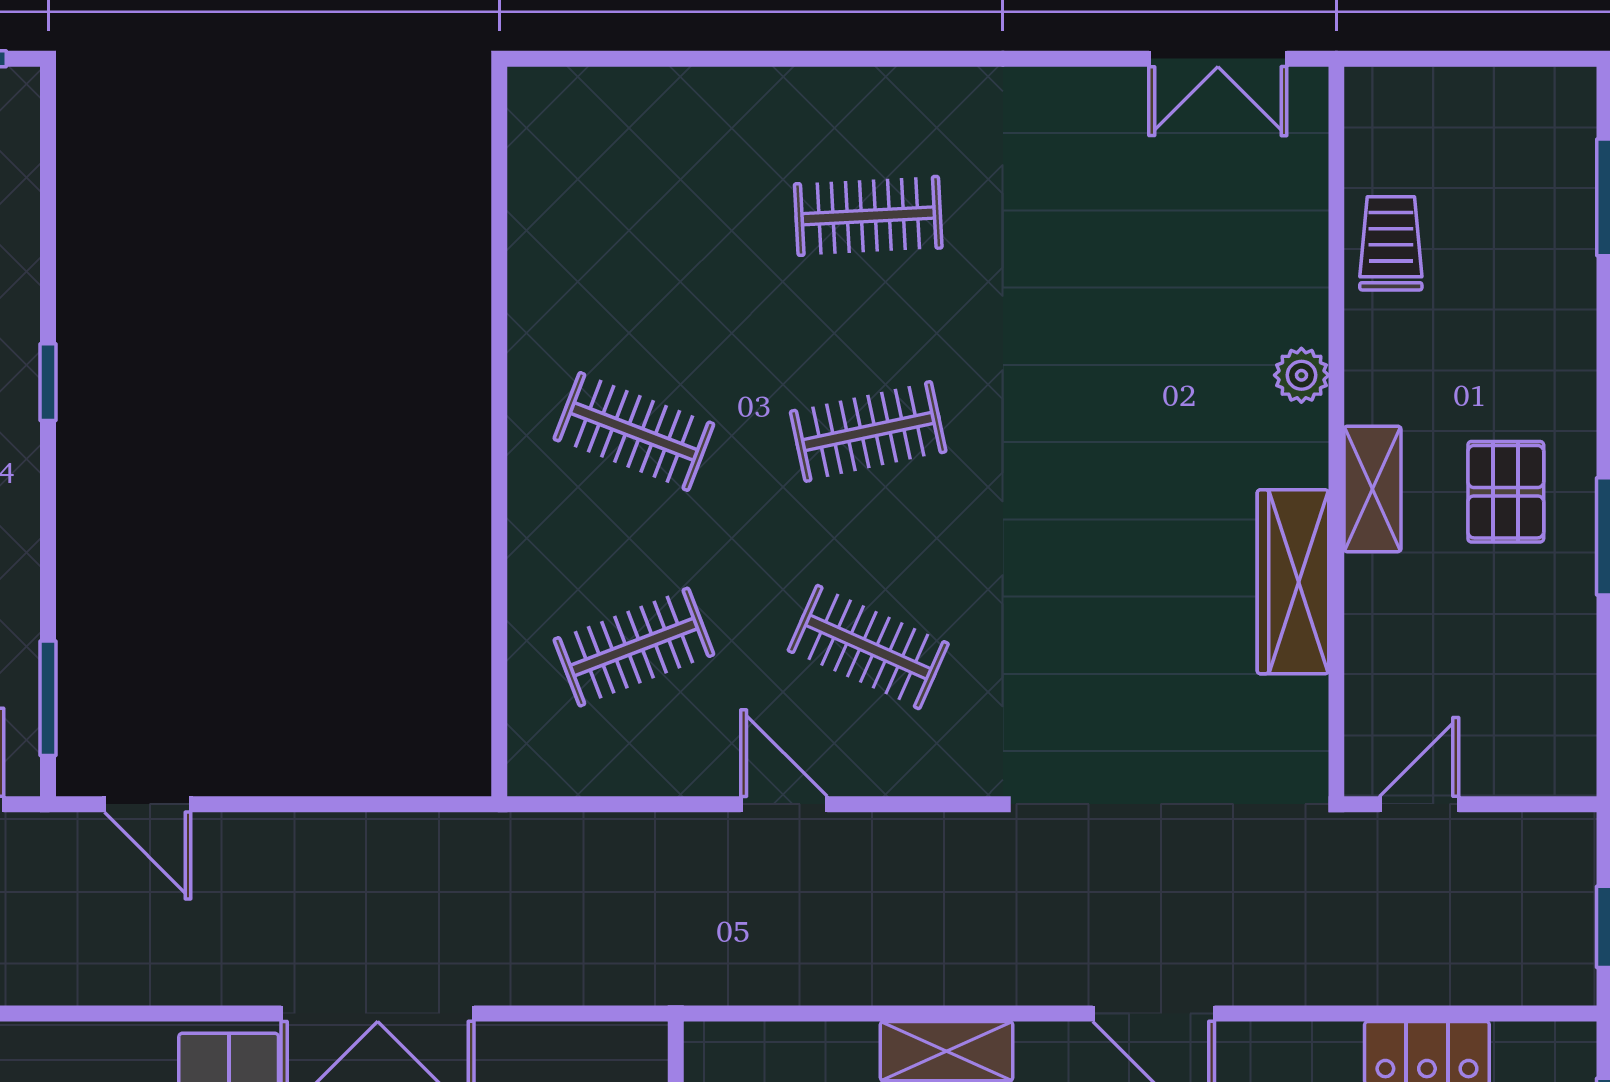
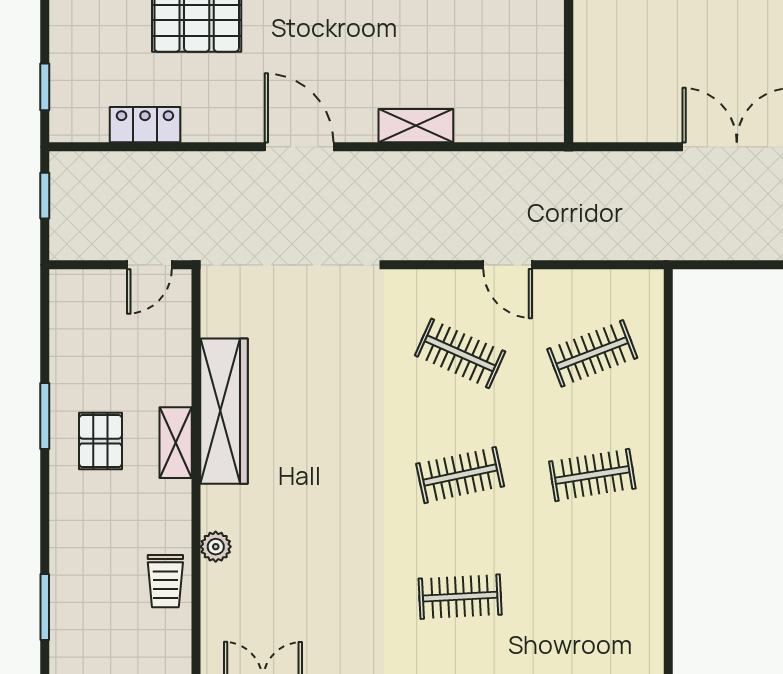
plant: (1301, 375) -> (216, 547), moved
clothes rail: (634, 431) -> (592, 475), turned -30
wardrobe: (1293, 582) -> (224, 411), width x1.40, depth x1.17

